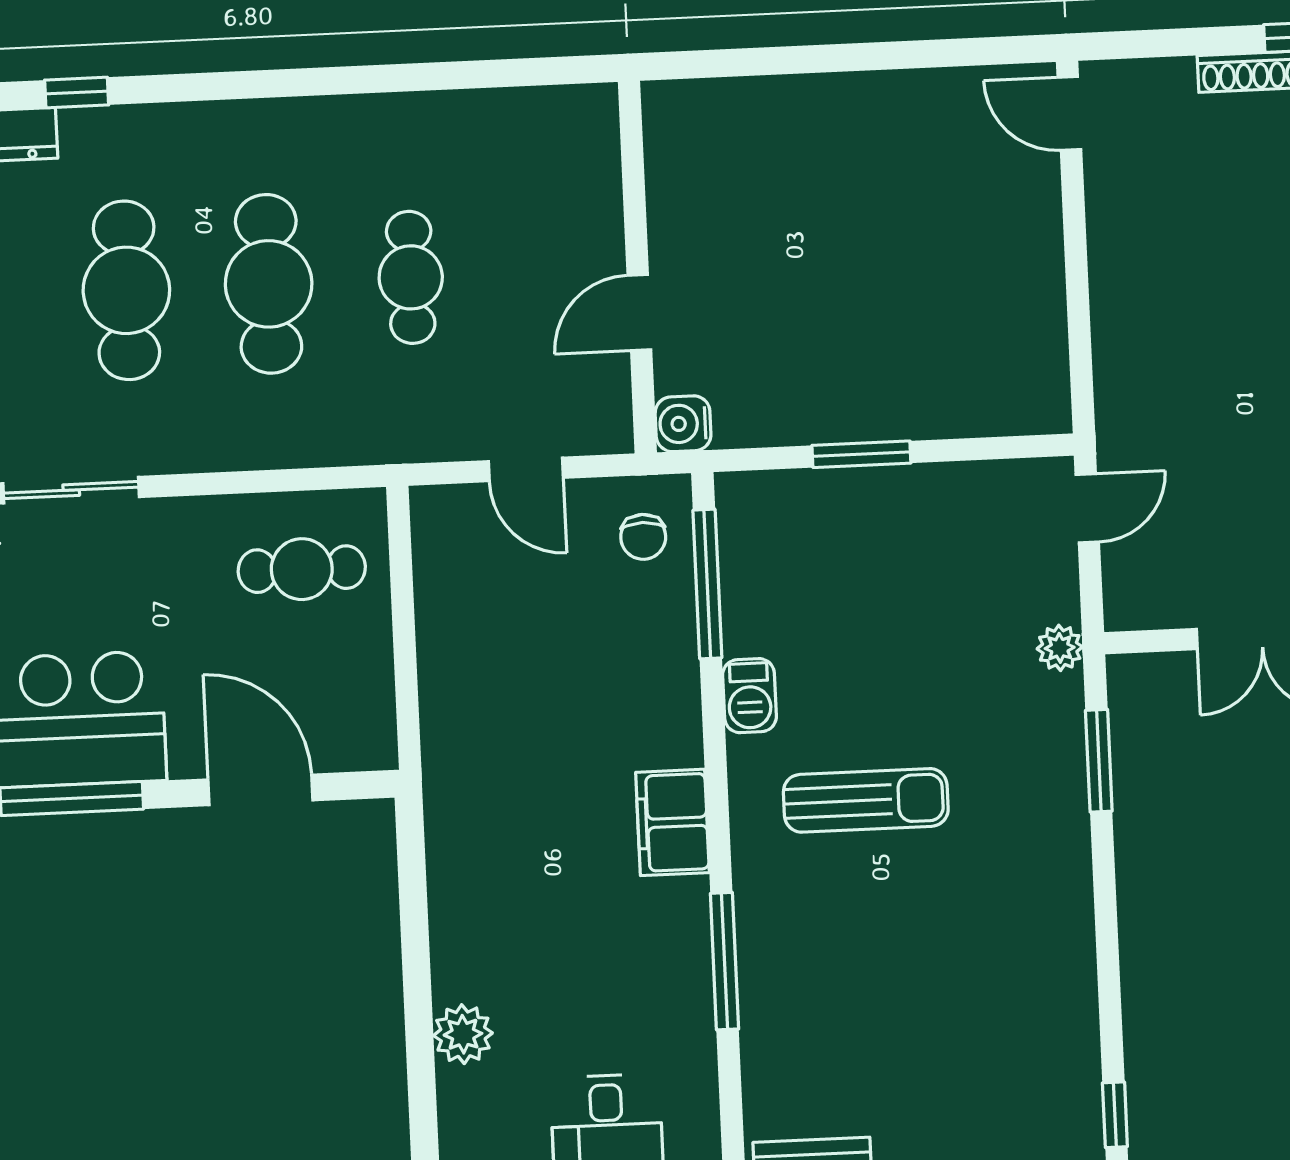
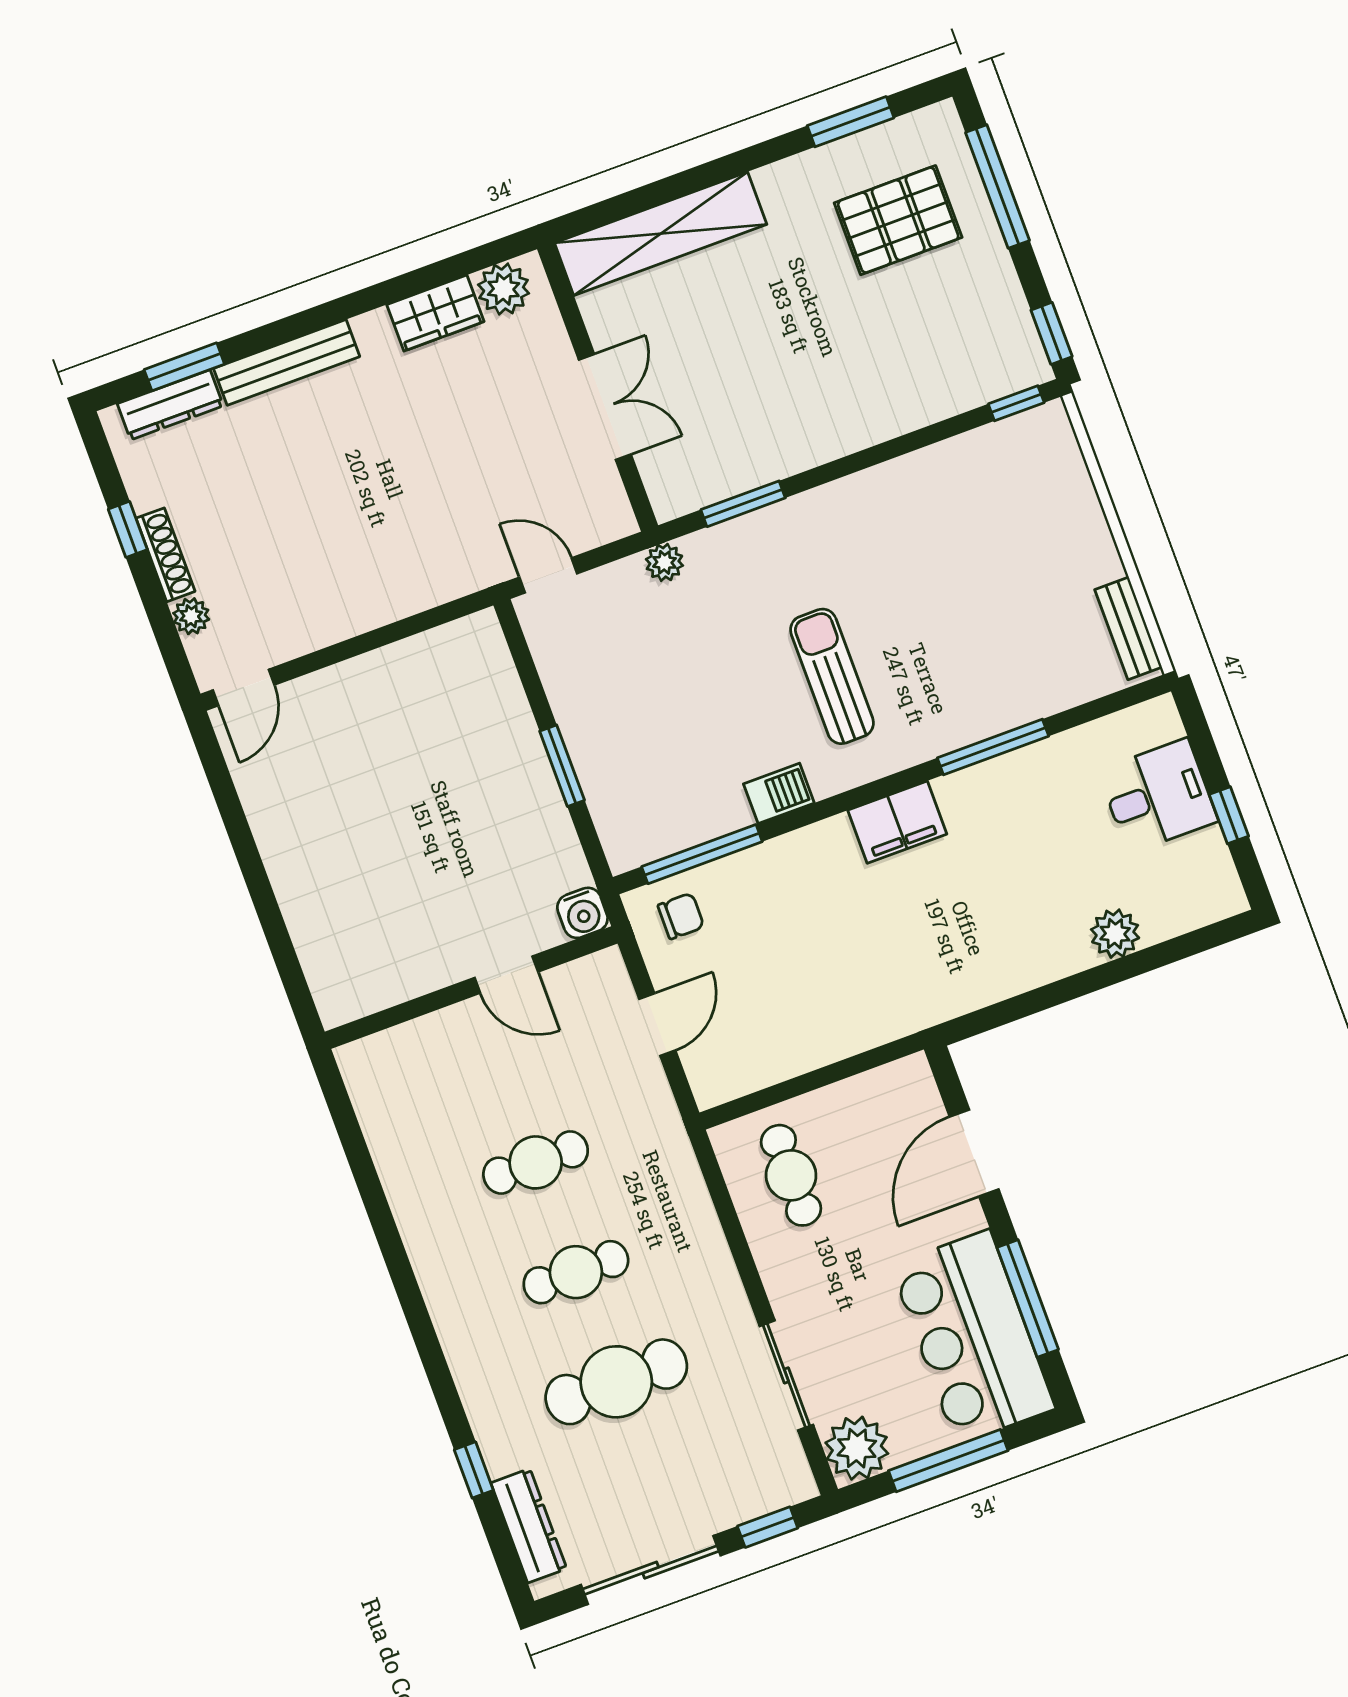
plant: (1172, 79) -> (191, 616), added
cafe table: (269, 284) -> (576, 1272), width x0.73, depth x0.74

